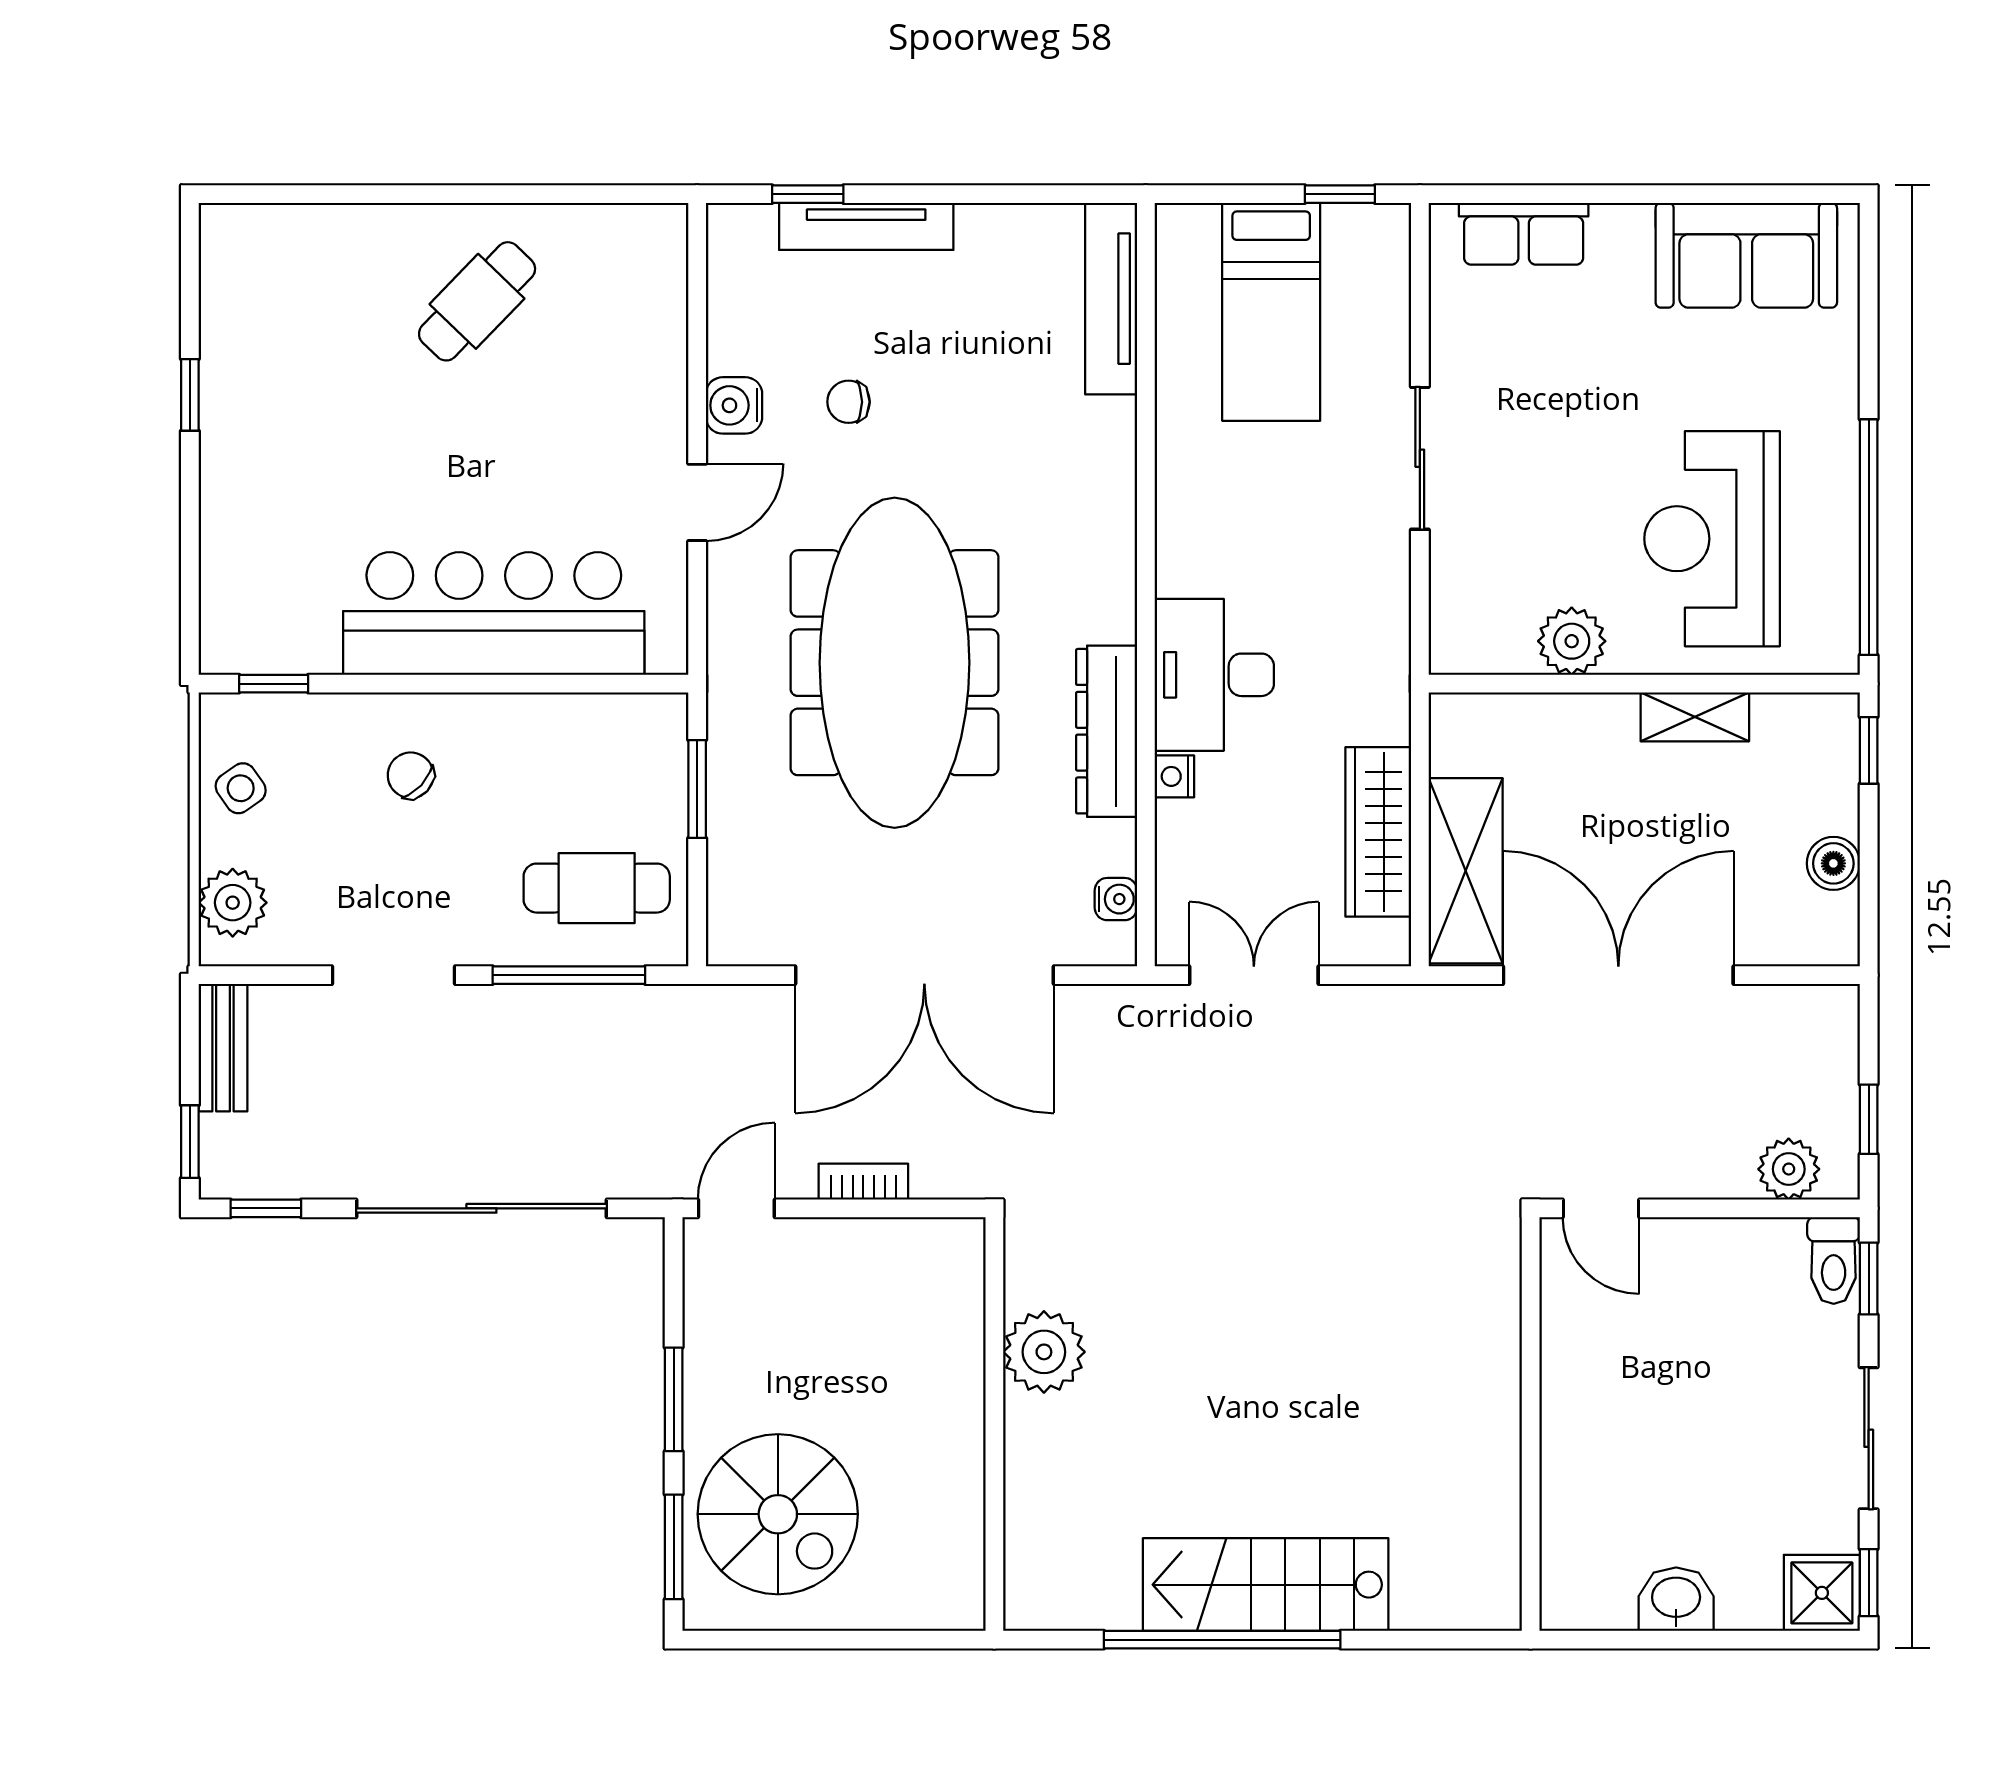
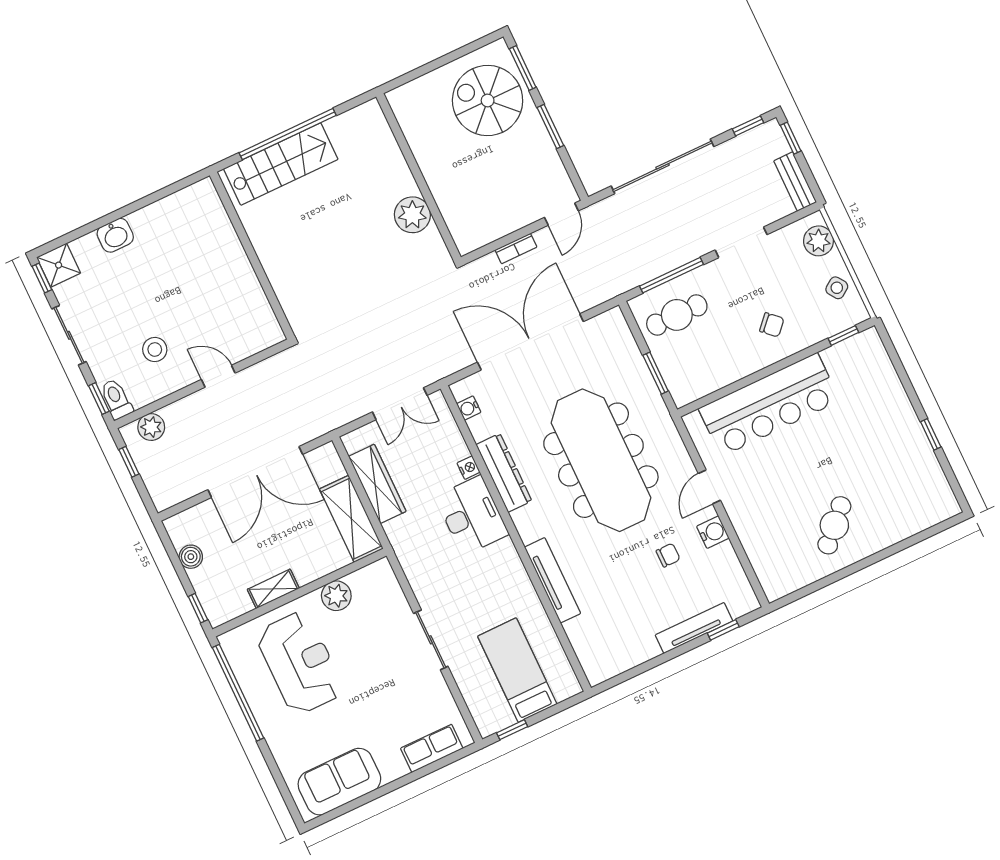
tv unit: (1111, 299) -> (553, 580), moved
shelving: (1466, 871) -> (351, 519), moved
stool: (1706, 1325) -> (155, 349), added
wall: (1531, 1424) -> (252, 256), moved

